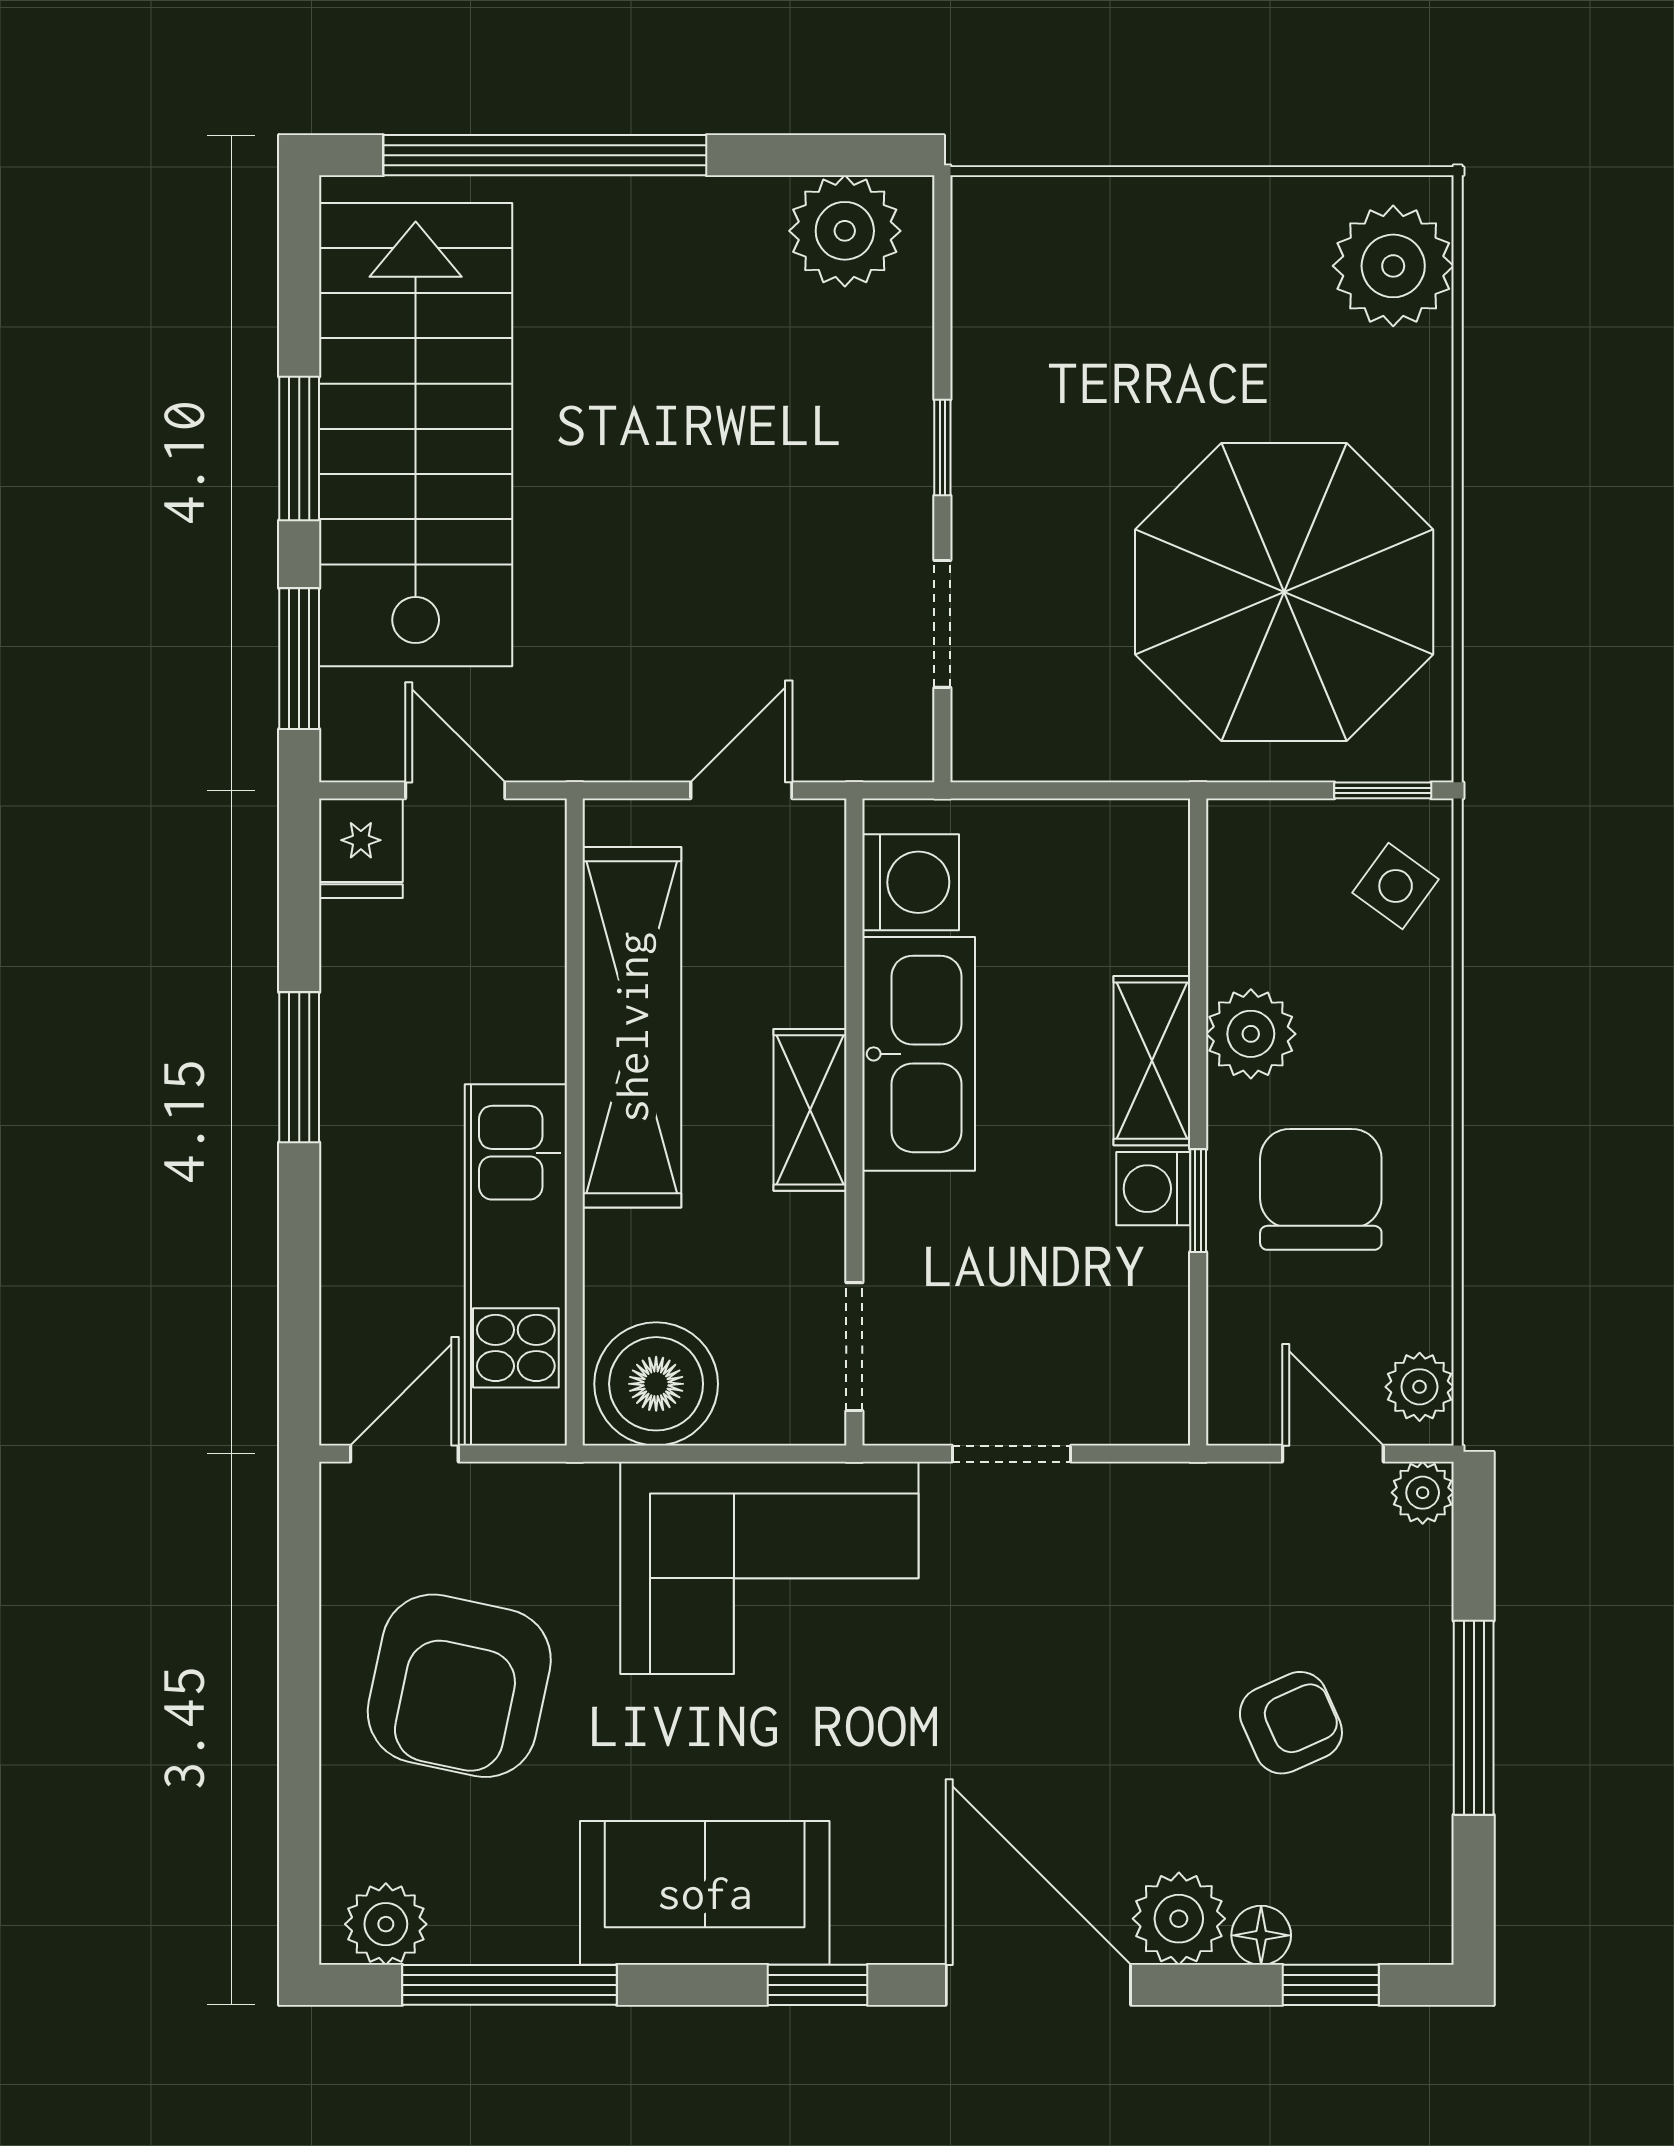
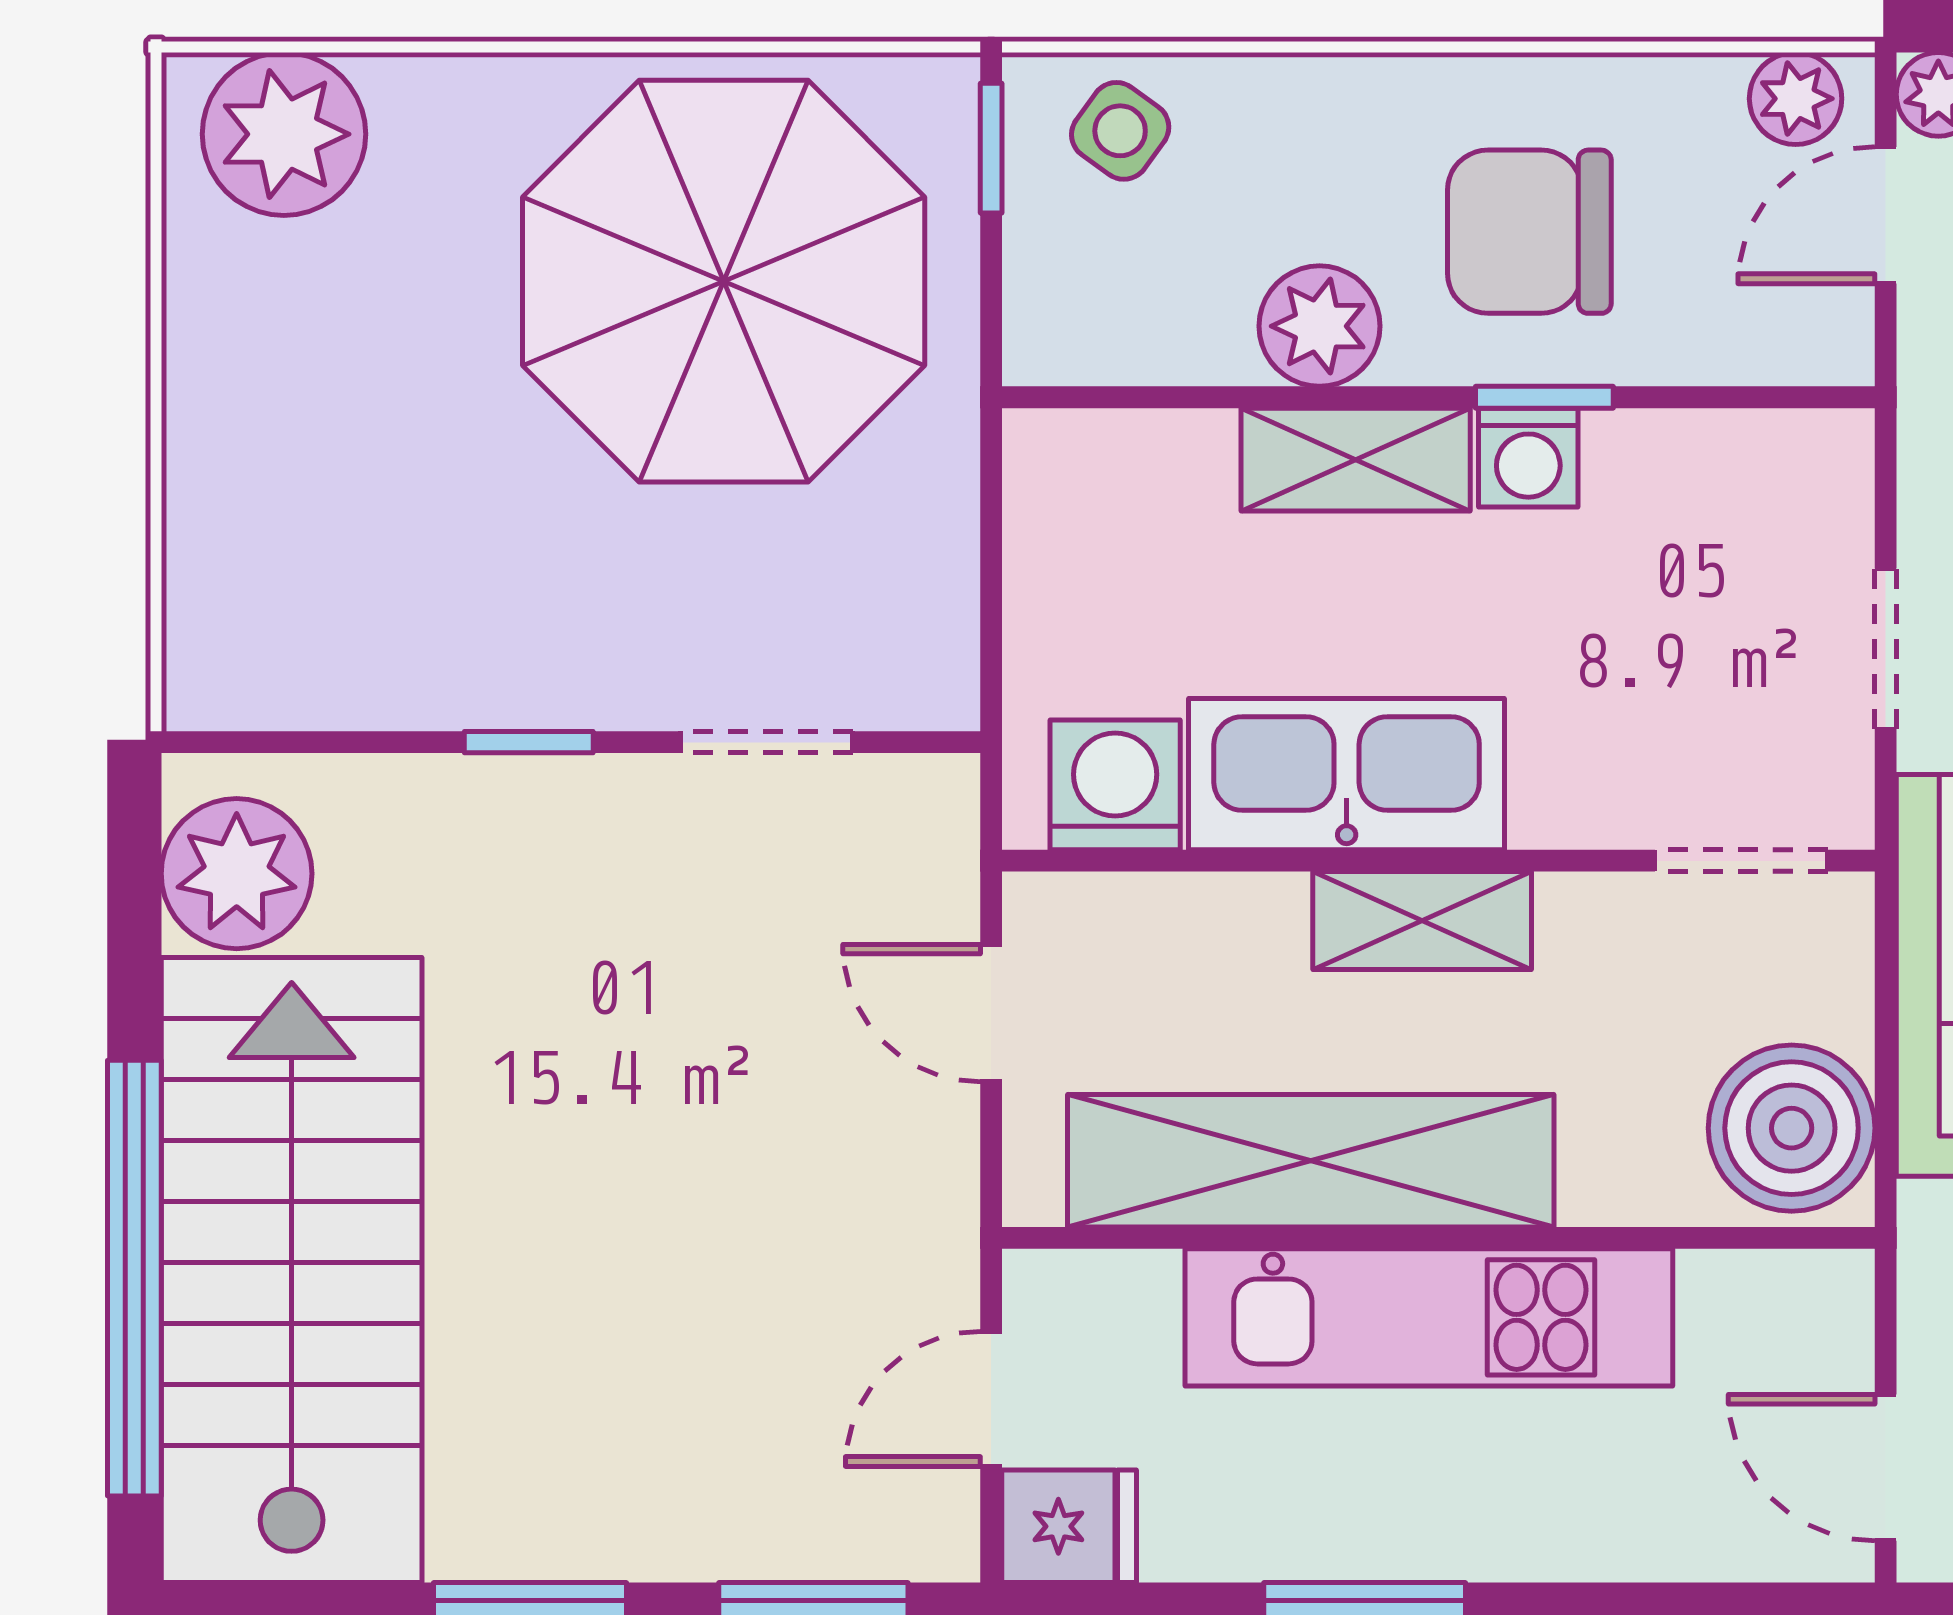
stairs: (416, 435) -> (292, 1270), moved, turned 90
kitchen unit: (516, 1265) -> (1429, 1317), moved

